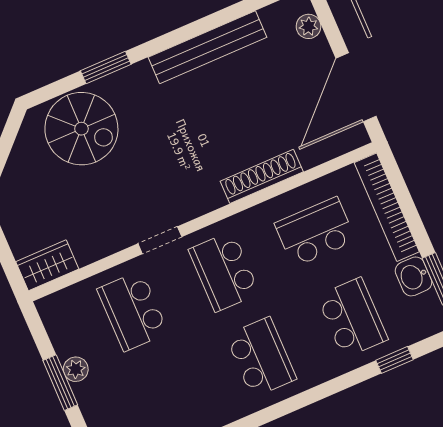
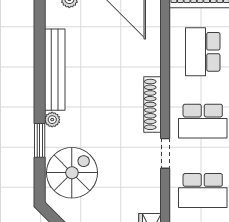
plant: (140, 72) -> (52, 120), added
shoe rack: (262, 176) -> (152, 104), moved

